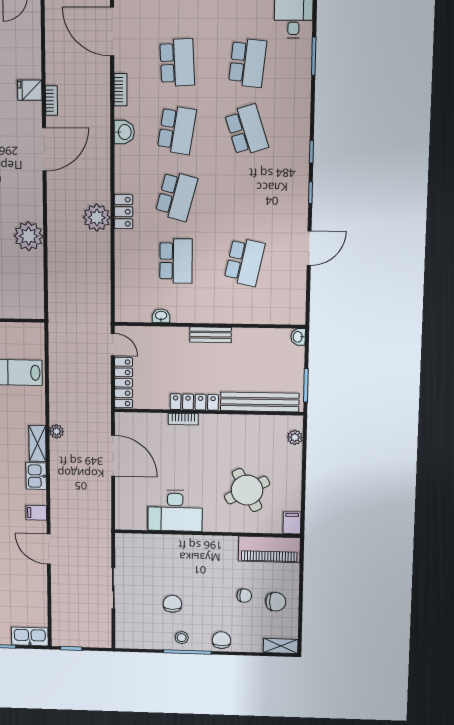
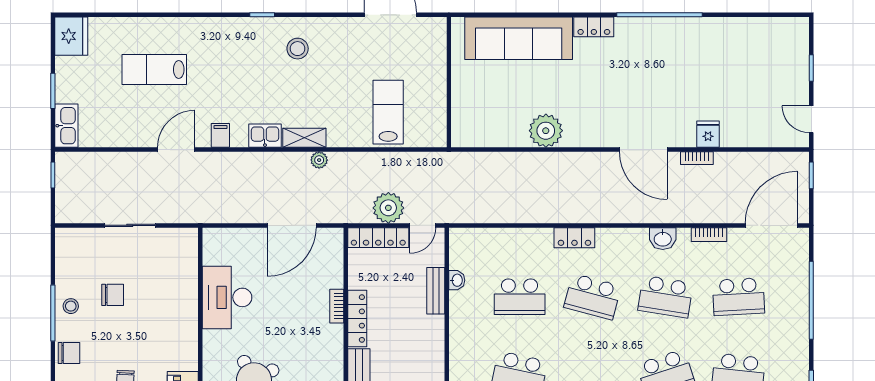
plant: (97, 218) -> (388, 208), moved
bench: (210, 335) -> (436, 291), moved

